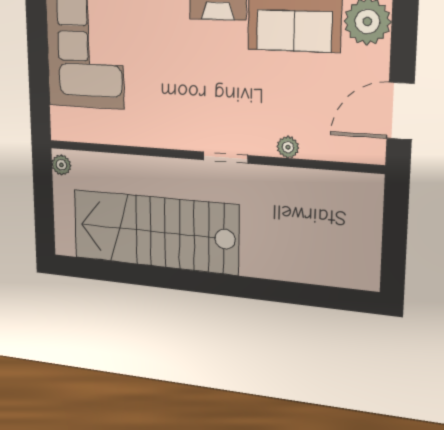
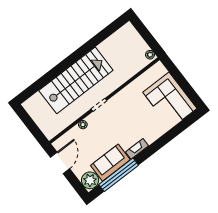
stairs: (155, 232) -> (76, 80), moved

